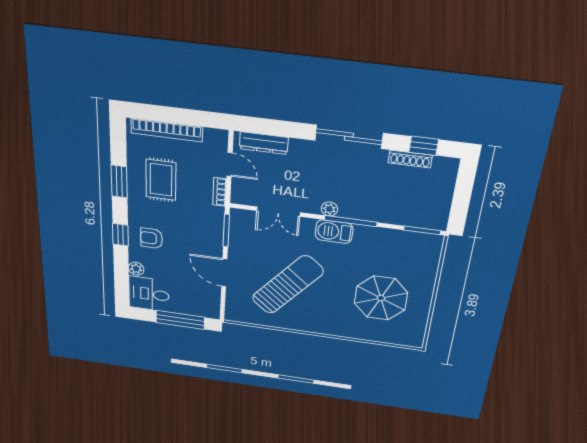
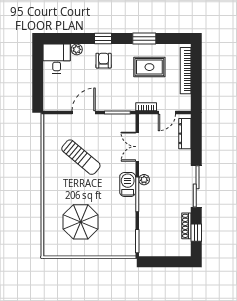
sun lounger: (288, 285) -> (81, 157), width x0.73, depth x0.75
window: (180, 320) -> (38, 82), removed

